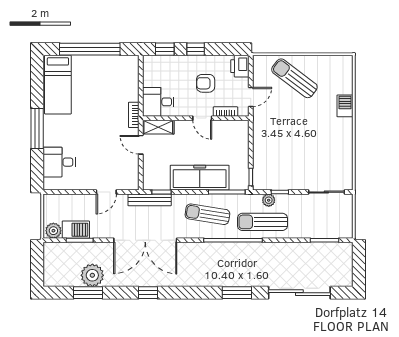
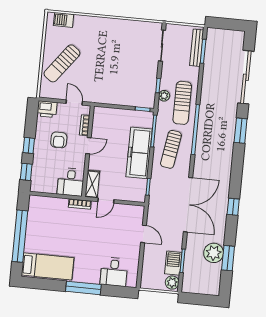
barbecue: (345, 106) -> (64, 20), moved
bench: (150, 200) -> (197, 48), moved

